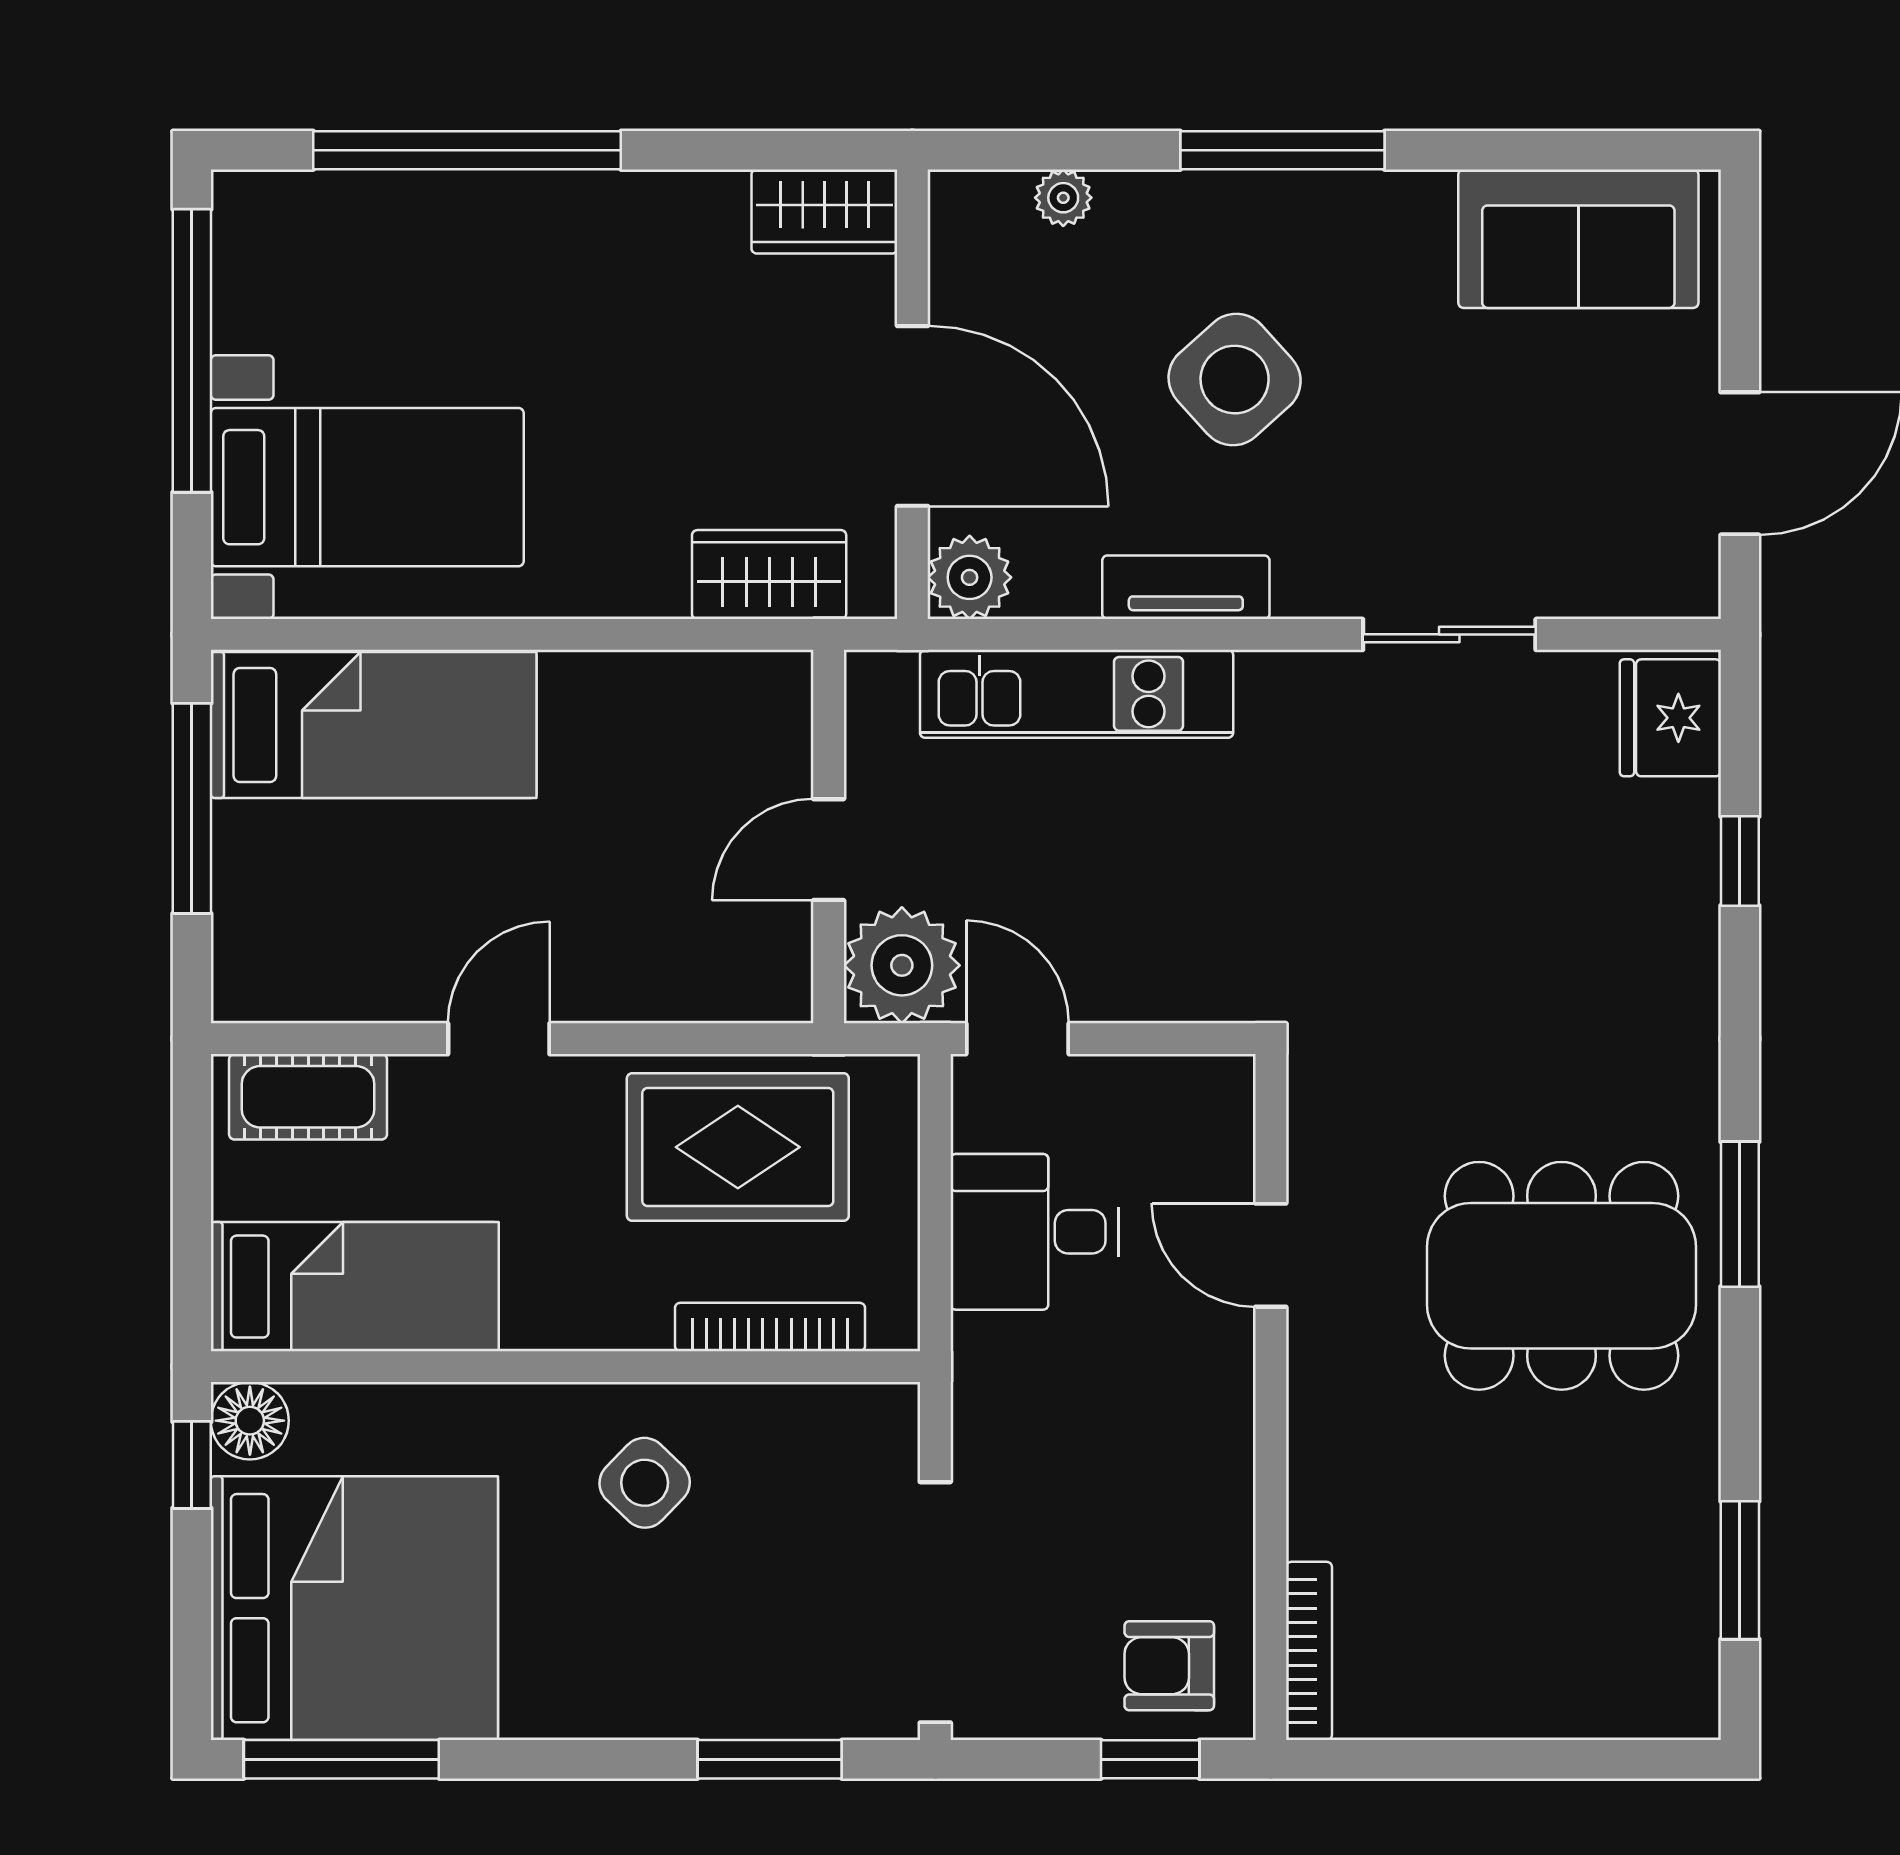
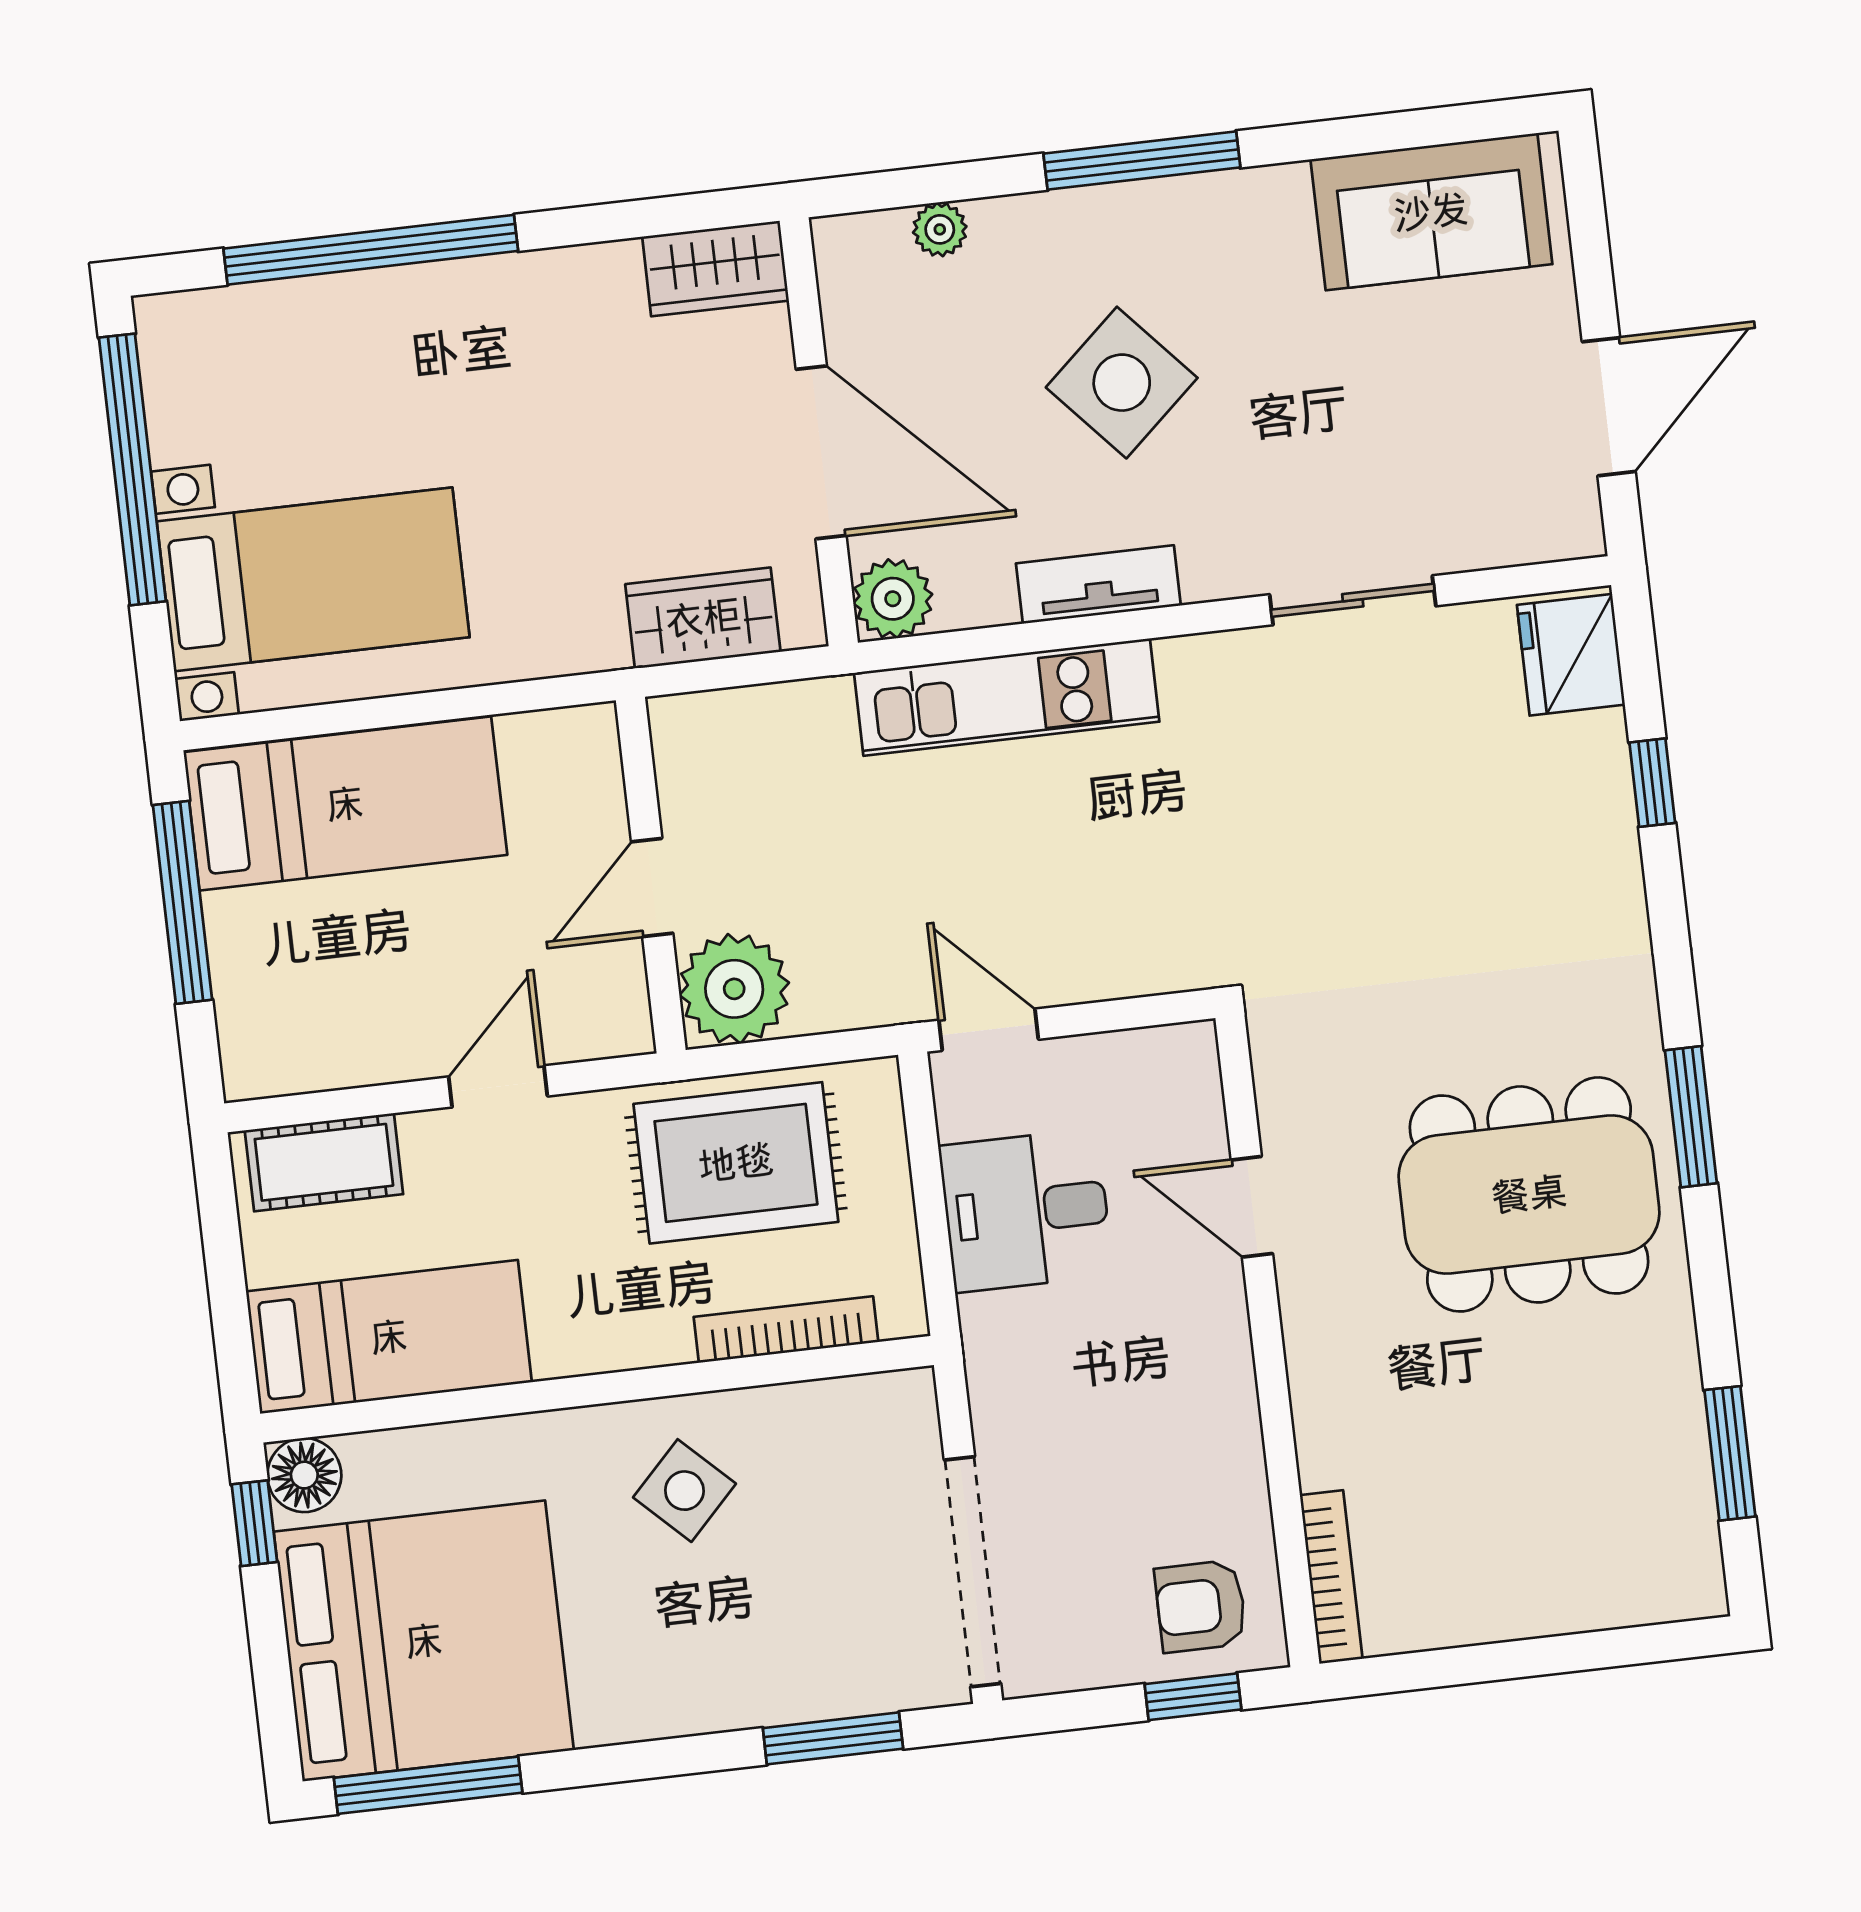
wall: (829, 837) -> (651, 875), moved
door: (829, 850) -> (652, 888), moved
plant: (902, 965) -> (734, 989), moved

